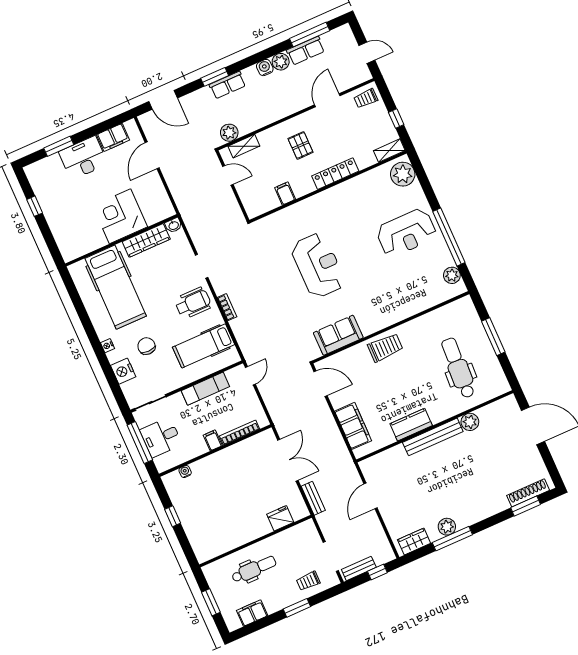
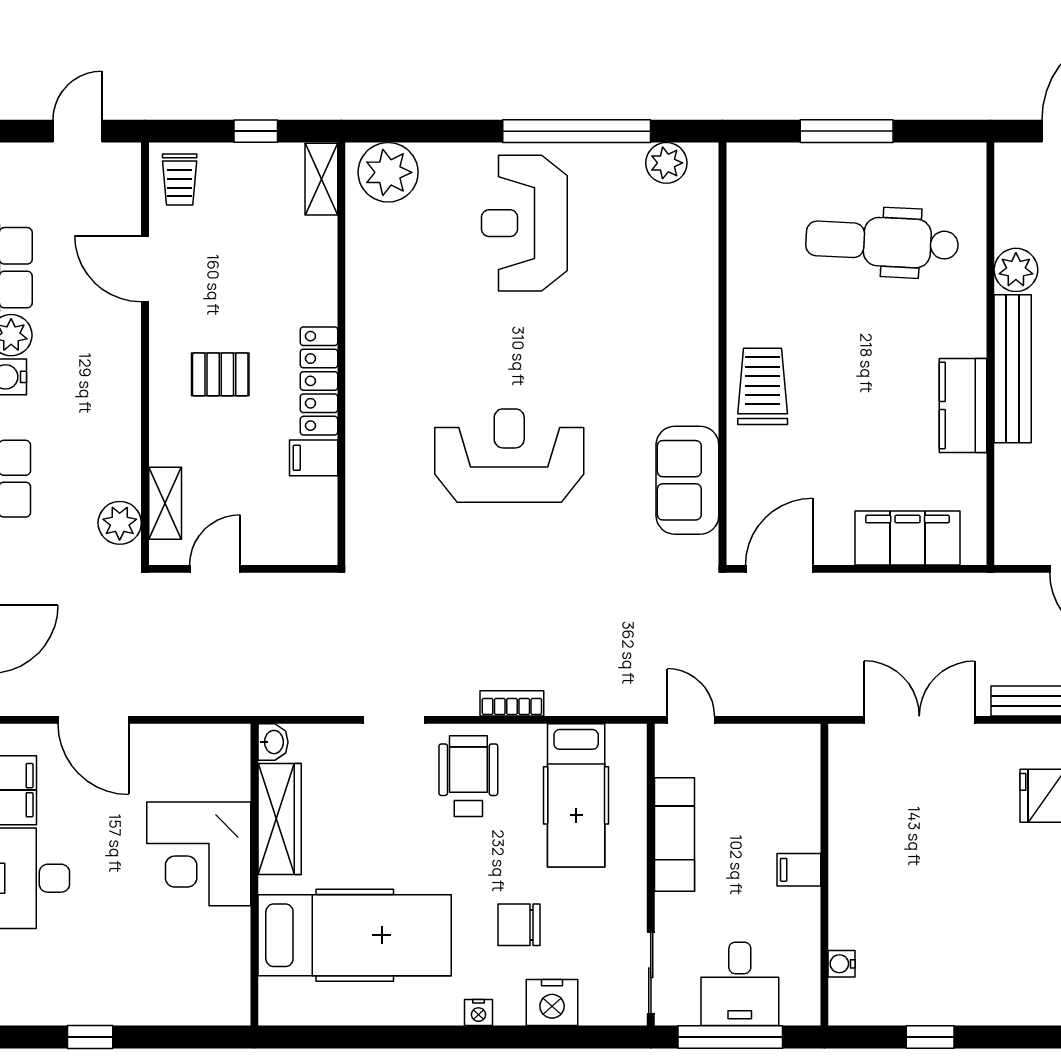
locker: (335, 174) -> (319, 381), moved
reception desk: (406, 233) -> (524, 223), turned 180
bookcase: (240, 433) -> (808, 801), removed

